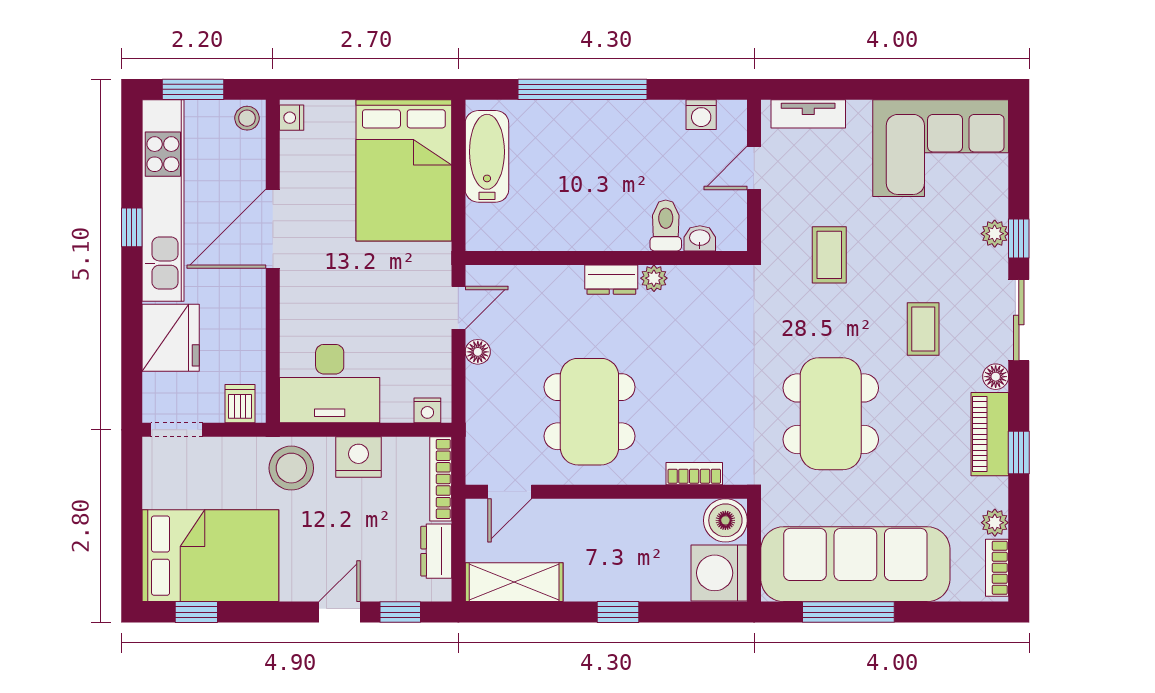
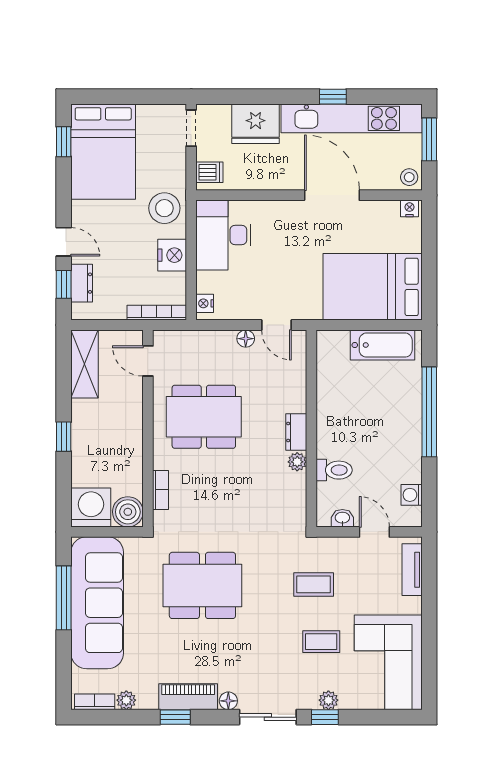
washbasin: (700, 238) -> (342, 518), moved, turned -90
coffee table: (923, 329) -> (321, 642), moved
dresser: (436, 551) -> (82, 283), moved, turned 90

